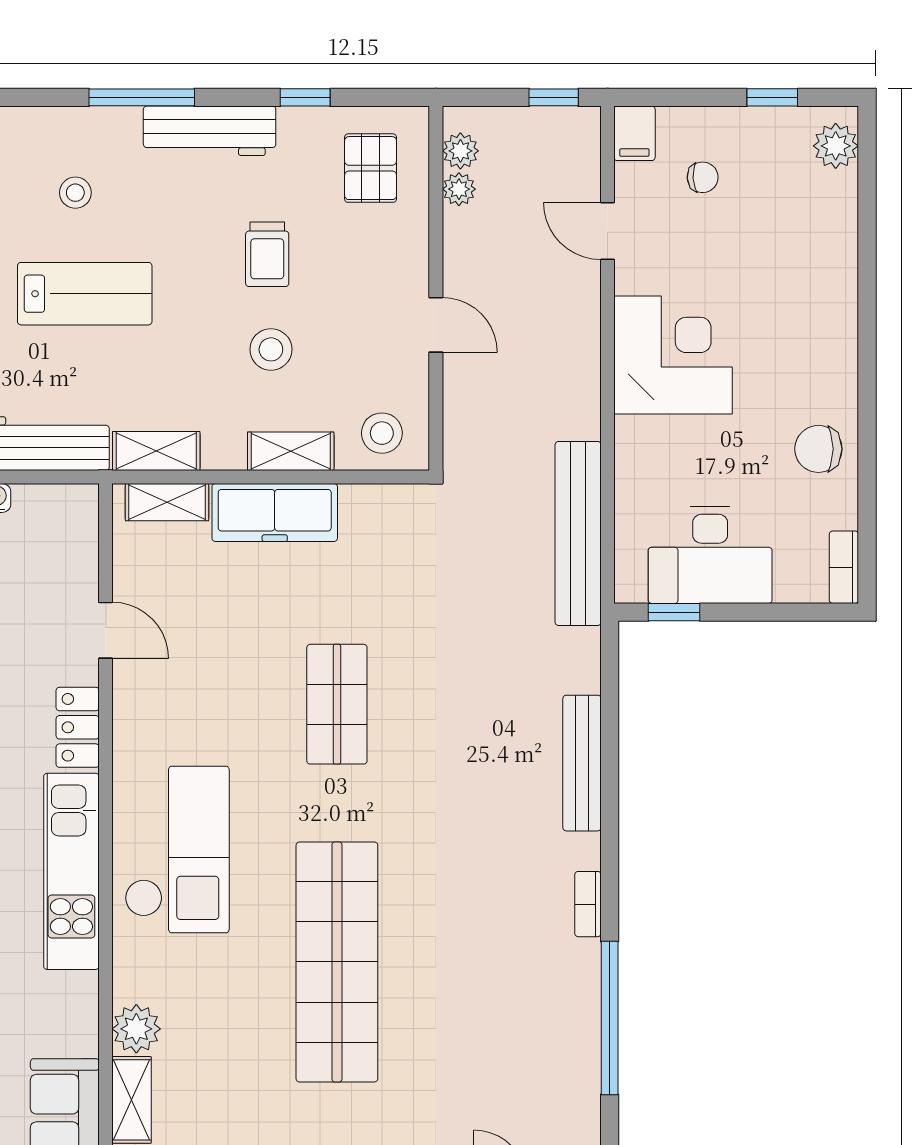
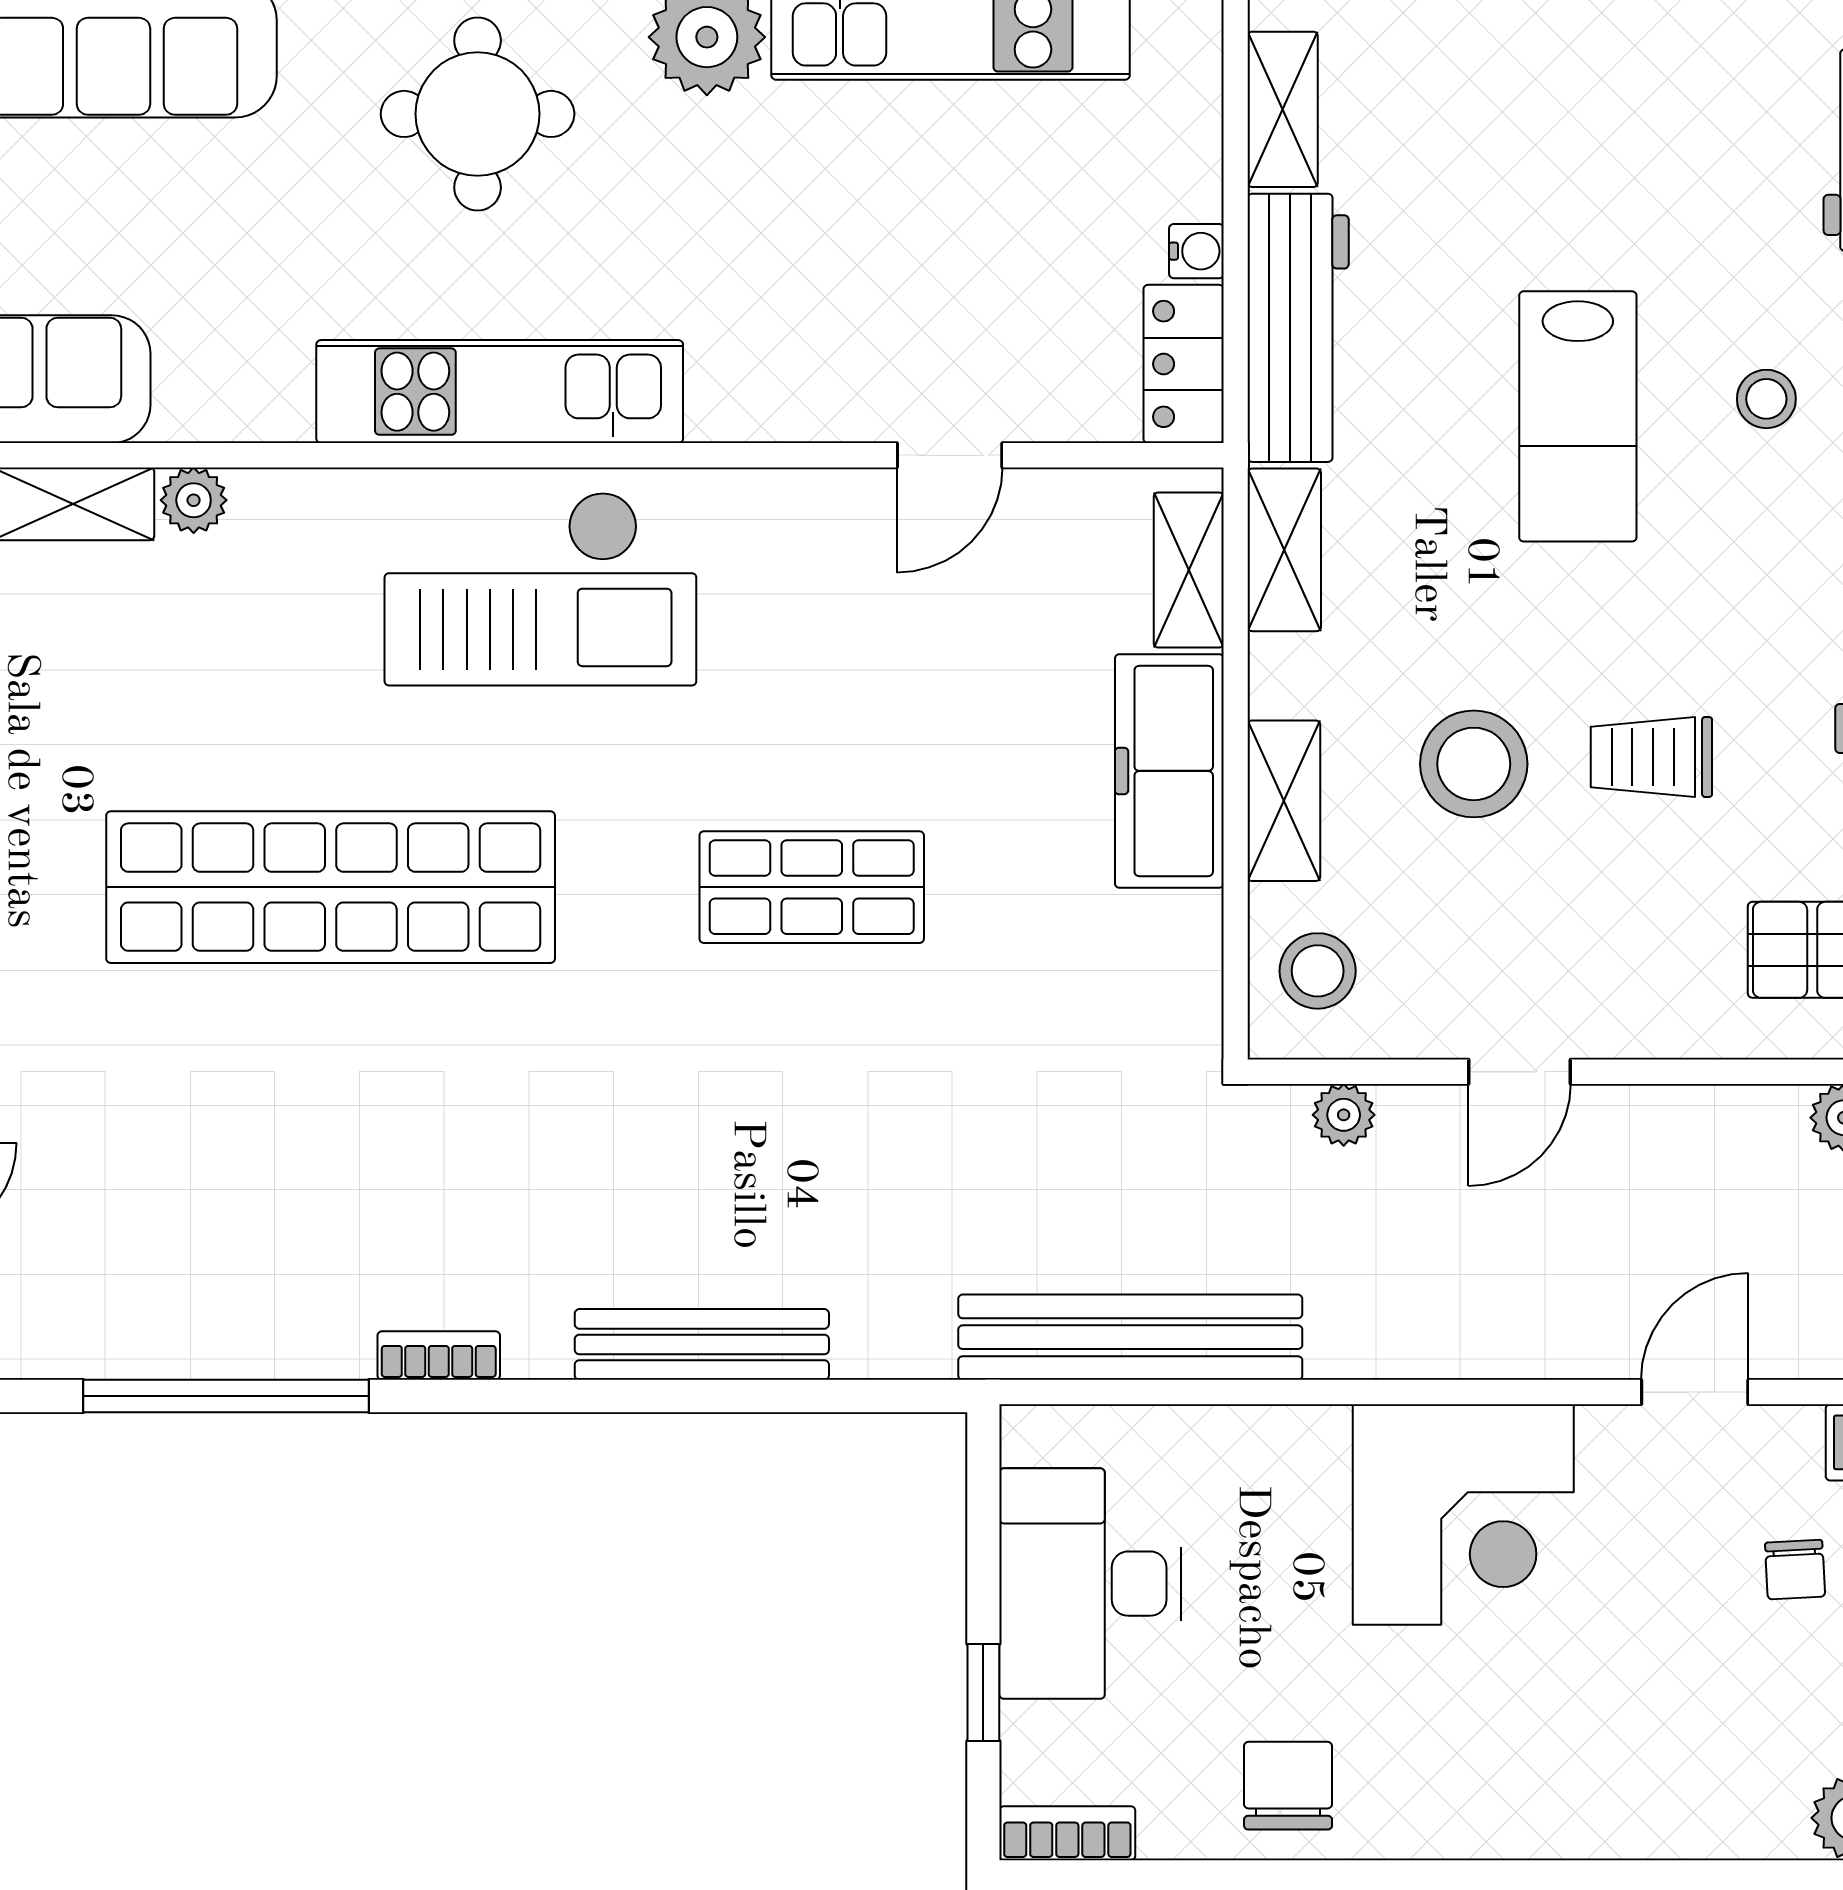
plant: (459, 189) -> (1344, 1115), moved
stool: (271, 349) -> (1474, 764), width x1.38, depth x1.38
window: (674, 612) -> (983, 1693), moved
locker: (78, 727) -> (1184, 364), moved, turned -90
plant: (136, 1029) -> (194, 500), width x0.73, depth x0.73

